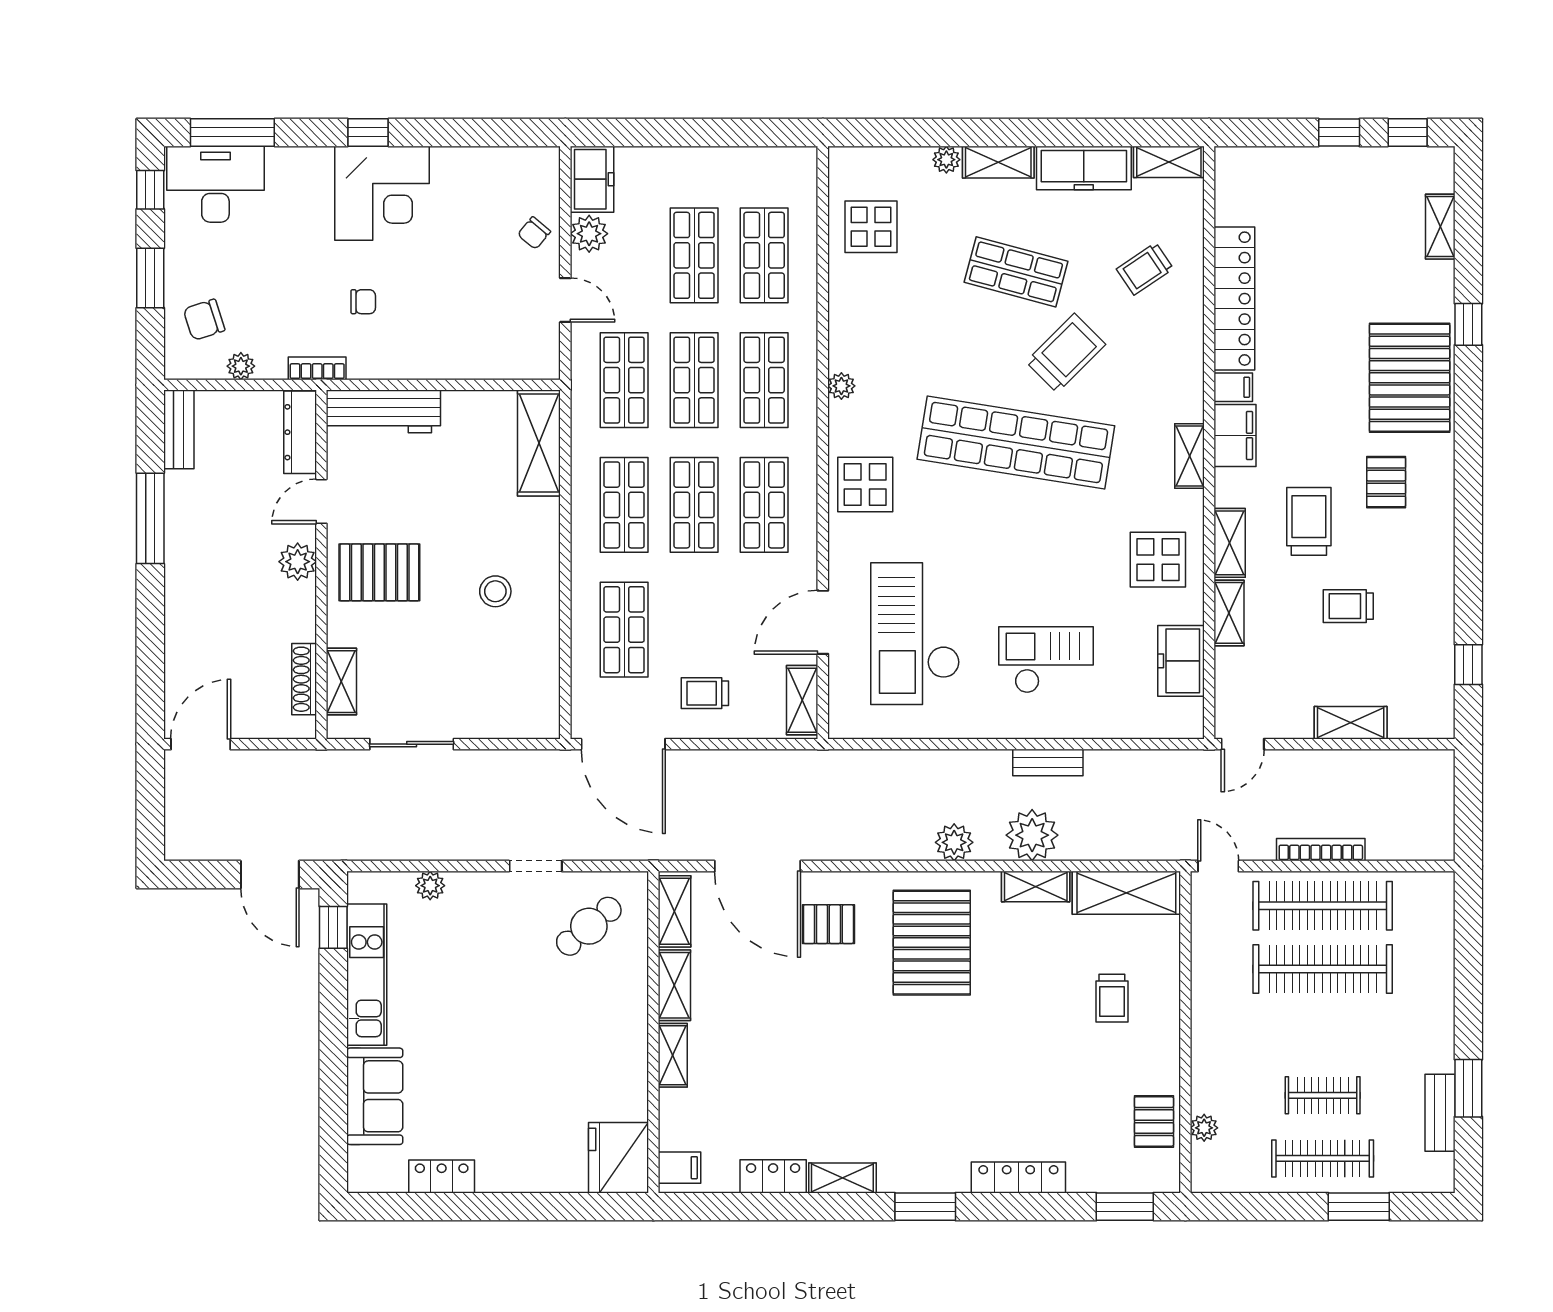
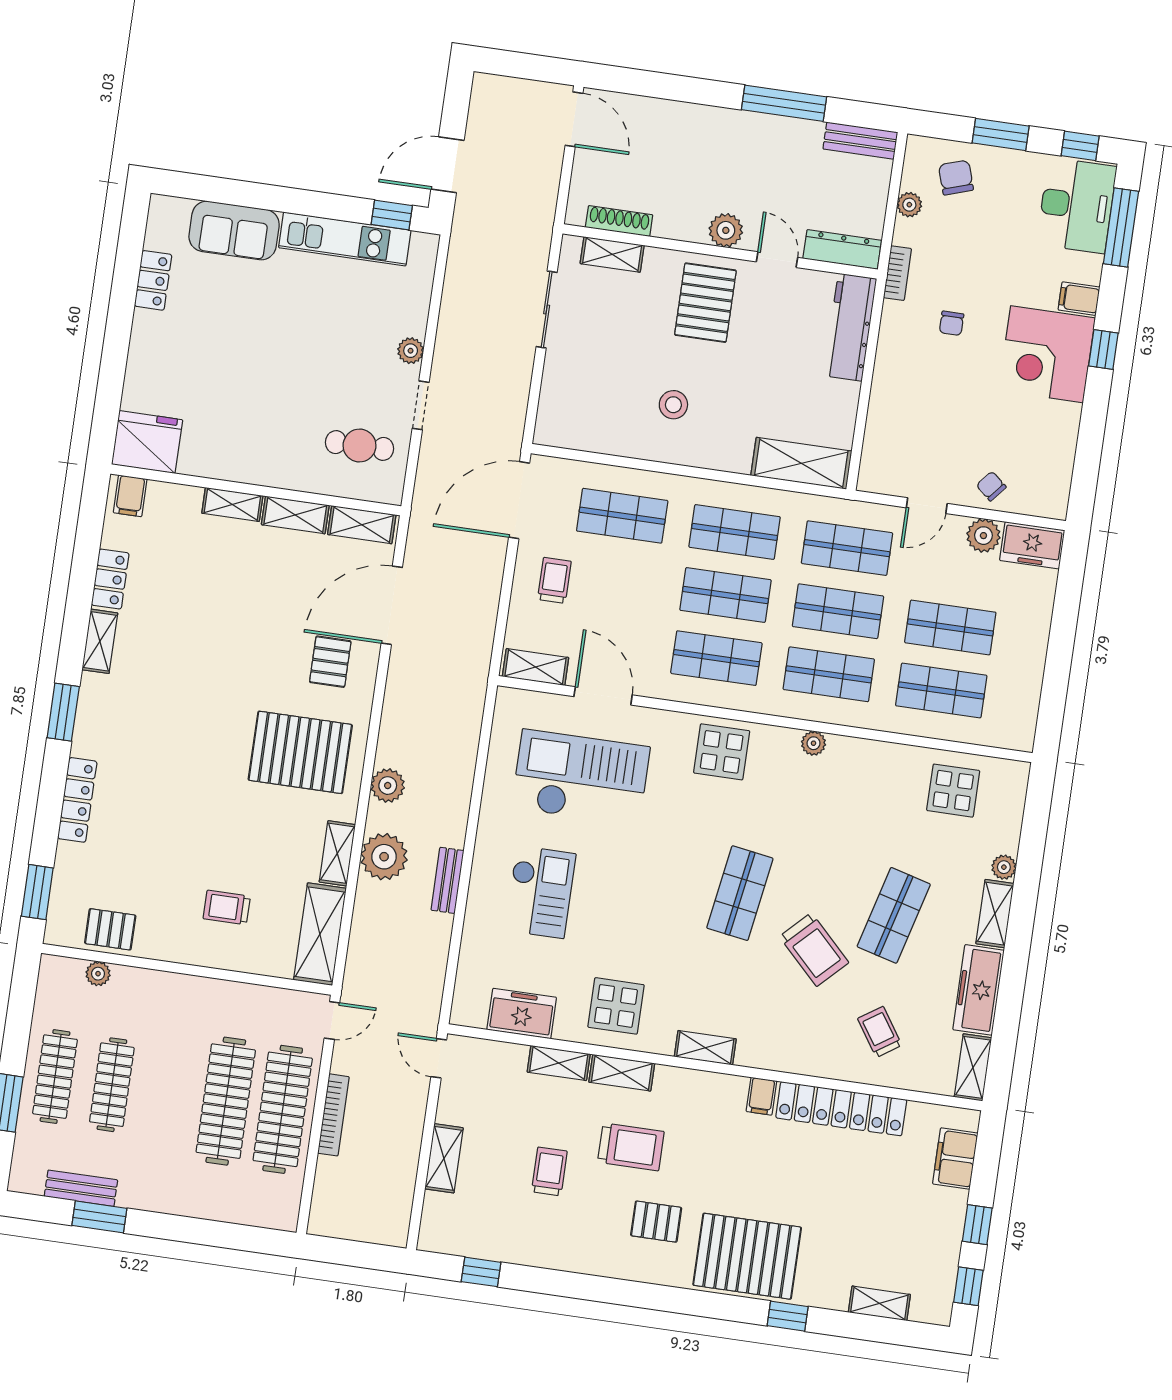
filing cabinet: (316, 167) -> (1079, 299), added
filing cabinet: (1235, 436) -> (955, 1158), moved, turned 90
shop shelf: (1016, 443) -> (740, 893), width x0.50, depth x0.74
plant: (430, 886) -> (411, 351), moved
cafe table: (589, 926) -> (360, 446), turned -50
clothes rail: (1323, 1095) -> (112, 1085), width x1.36

